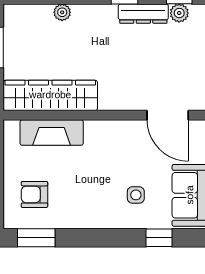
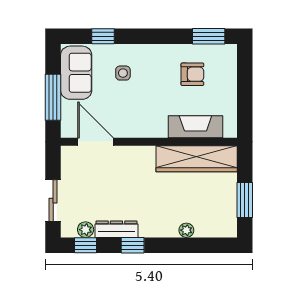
armchair: (34, 194) -> (192, 74), moved

